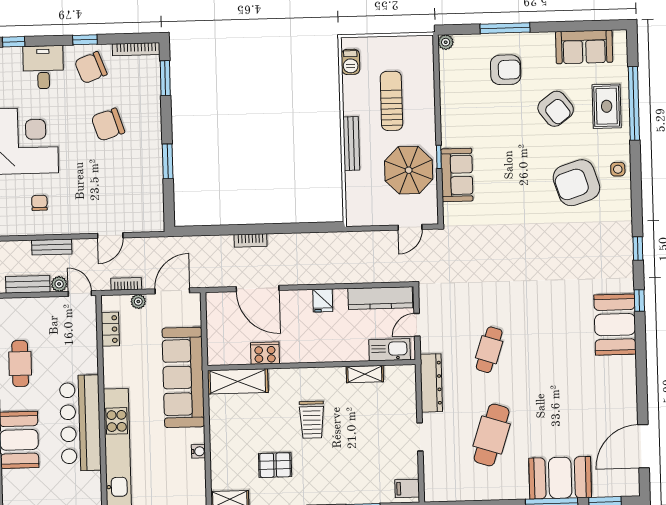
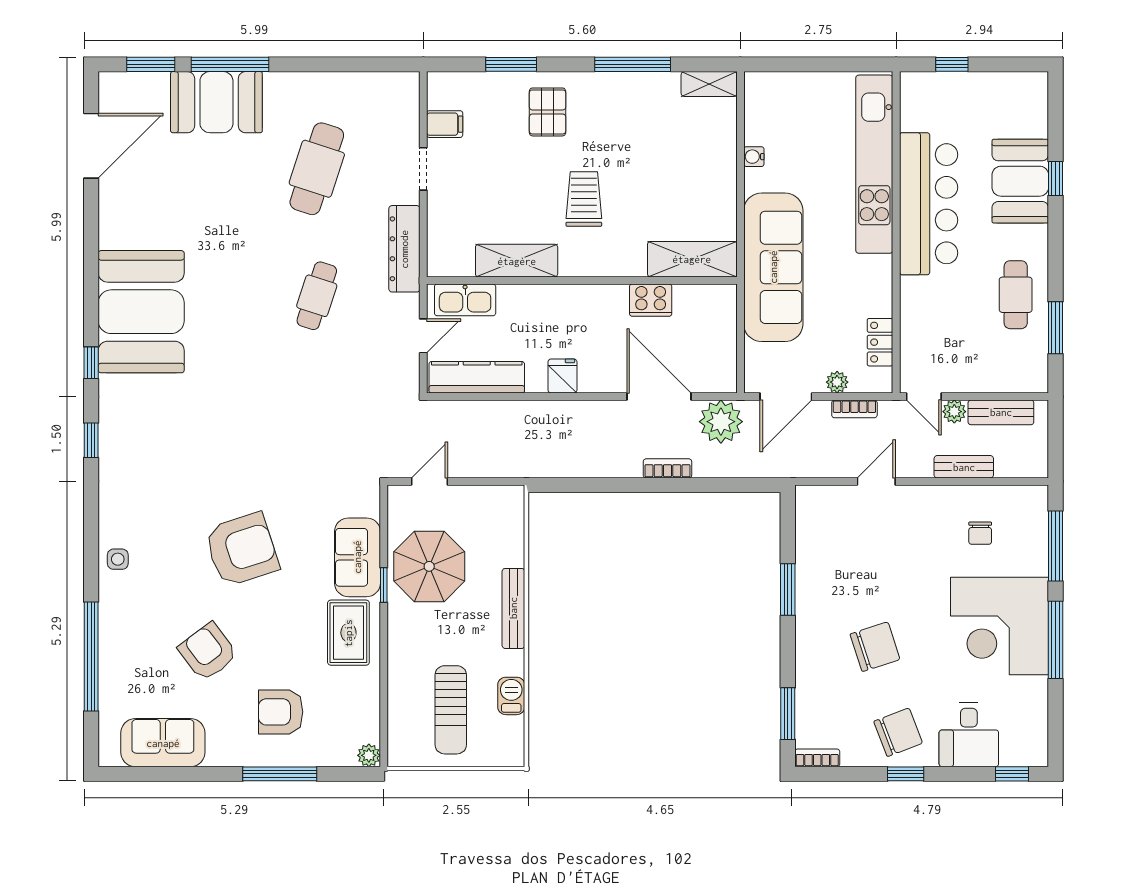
bookcase: (136, 49) -> (817, 758), width x0.64
barbecue: (350, 62) -> (511, 696), moved
sun lounger: (391, 101) -> (451, 710), moved
rug: (607, 106) -> (348, 633), moved
armchair: (576, 183) -> (242, 550), moved
plant: (216, 273) -> (721, 422), added
booth: (615, 325) -> (141, 312), width x1.36, depth x1.42
shelving: (365, 374) -> (517, 261), width x1.50, depth x1.33
pallet: (275, 465) -> (548, 112), moved, turned 90
filing cabinet: (407, 488) -> (445, 124), moved

